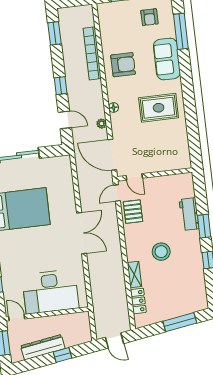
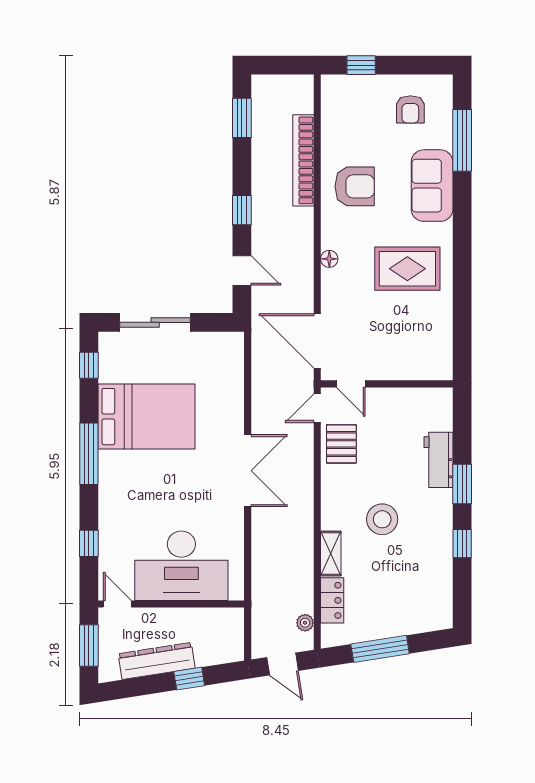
plant: (102, 124) -> (305, 623), moved
window: (180, 322) -> (380, 649), moved

